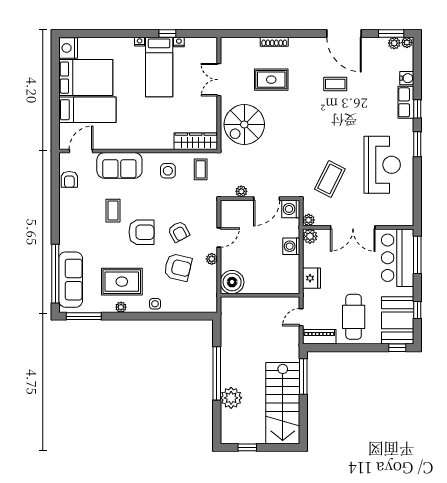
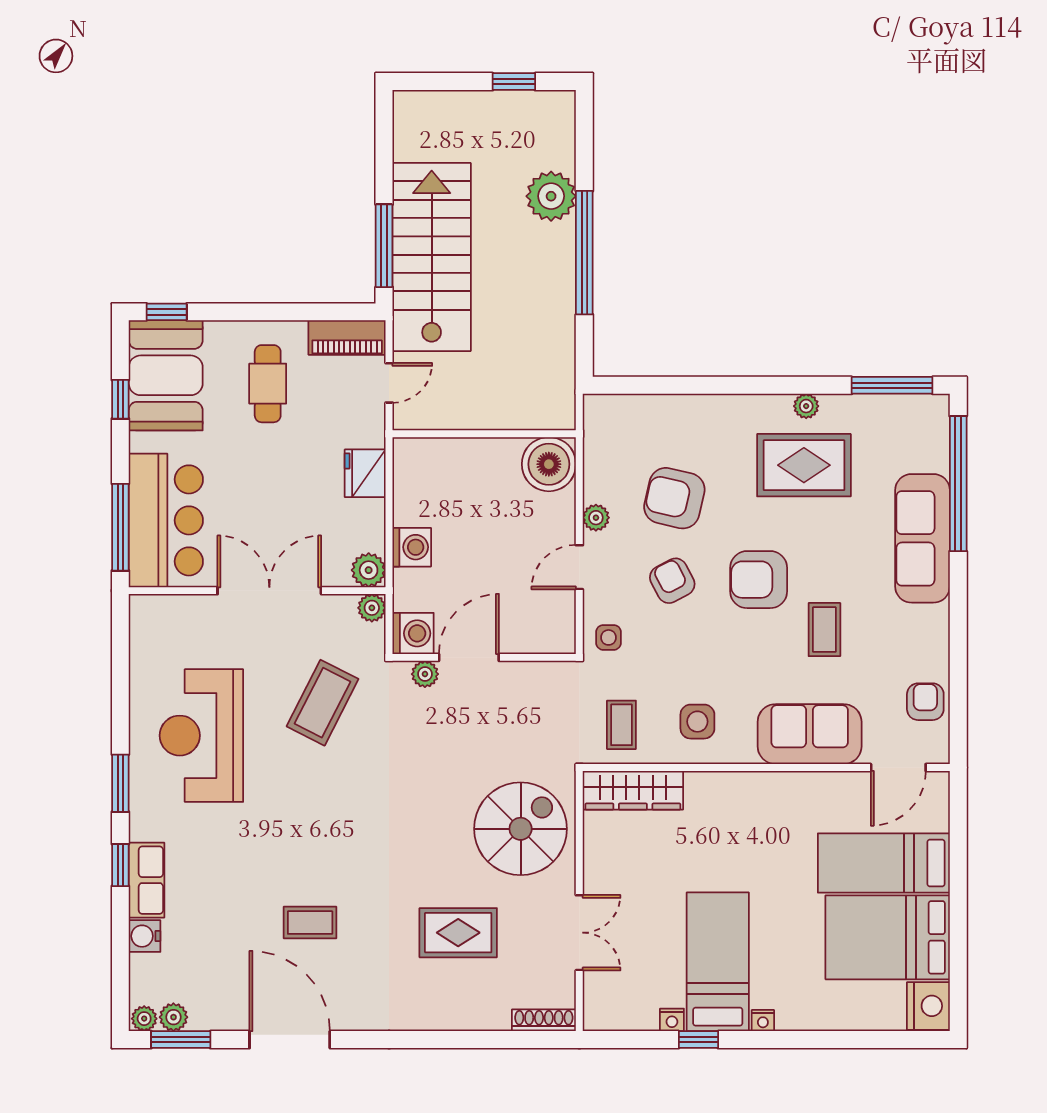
shoe rack: (274, 42) -> (544, 1020), moved
plant: (241, 191) -> (425, 674), moved
sofa: (71, 280) -> (922, 538), moved
side table: (155, 304) -> (609, 637), moved
cafe table: (354, 317) -> (268, 384), width x0.73, depth x0.74
stairs: (283, 403) -> (432, 257), moved

